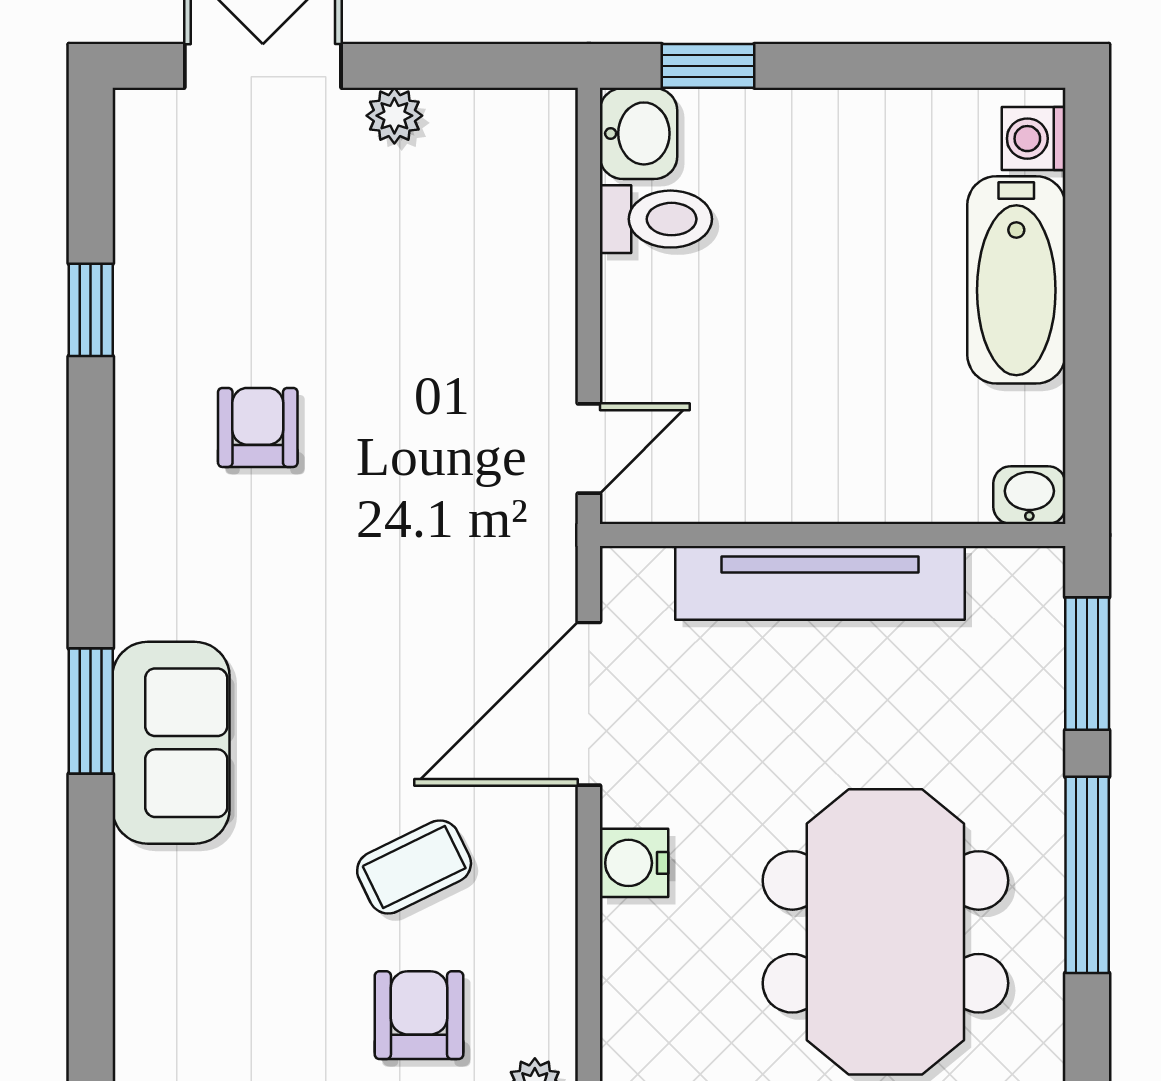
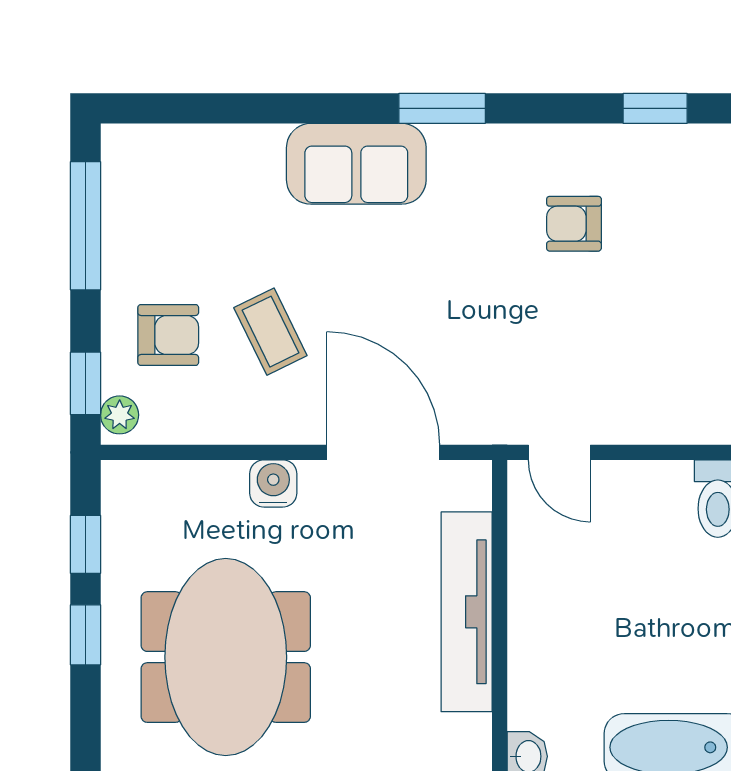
armchair: (258, 427) -> (574, 224), turned 180
window: (91, 711) -> (442, 108), moved
meeting table: (885, 932) -> (226, 657), turned 90

